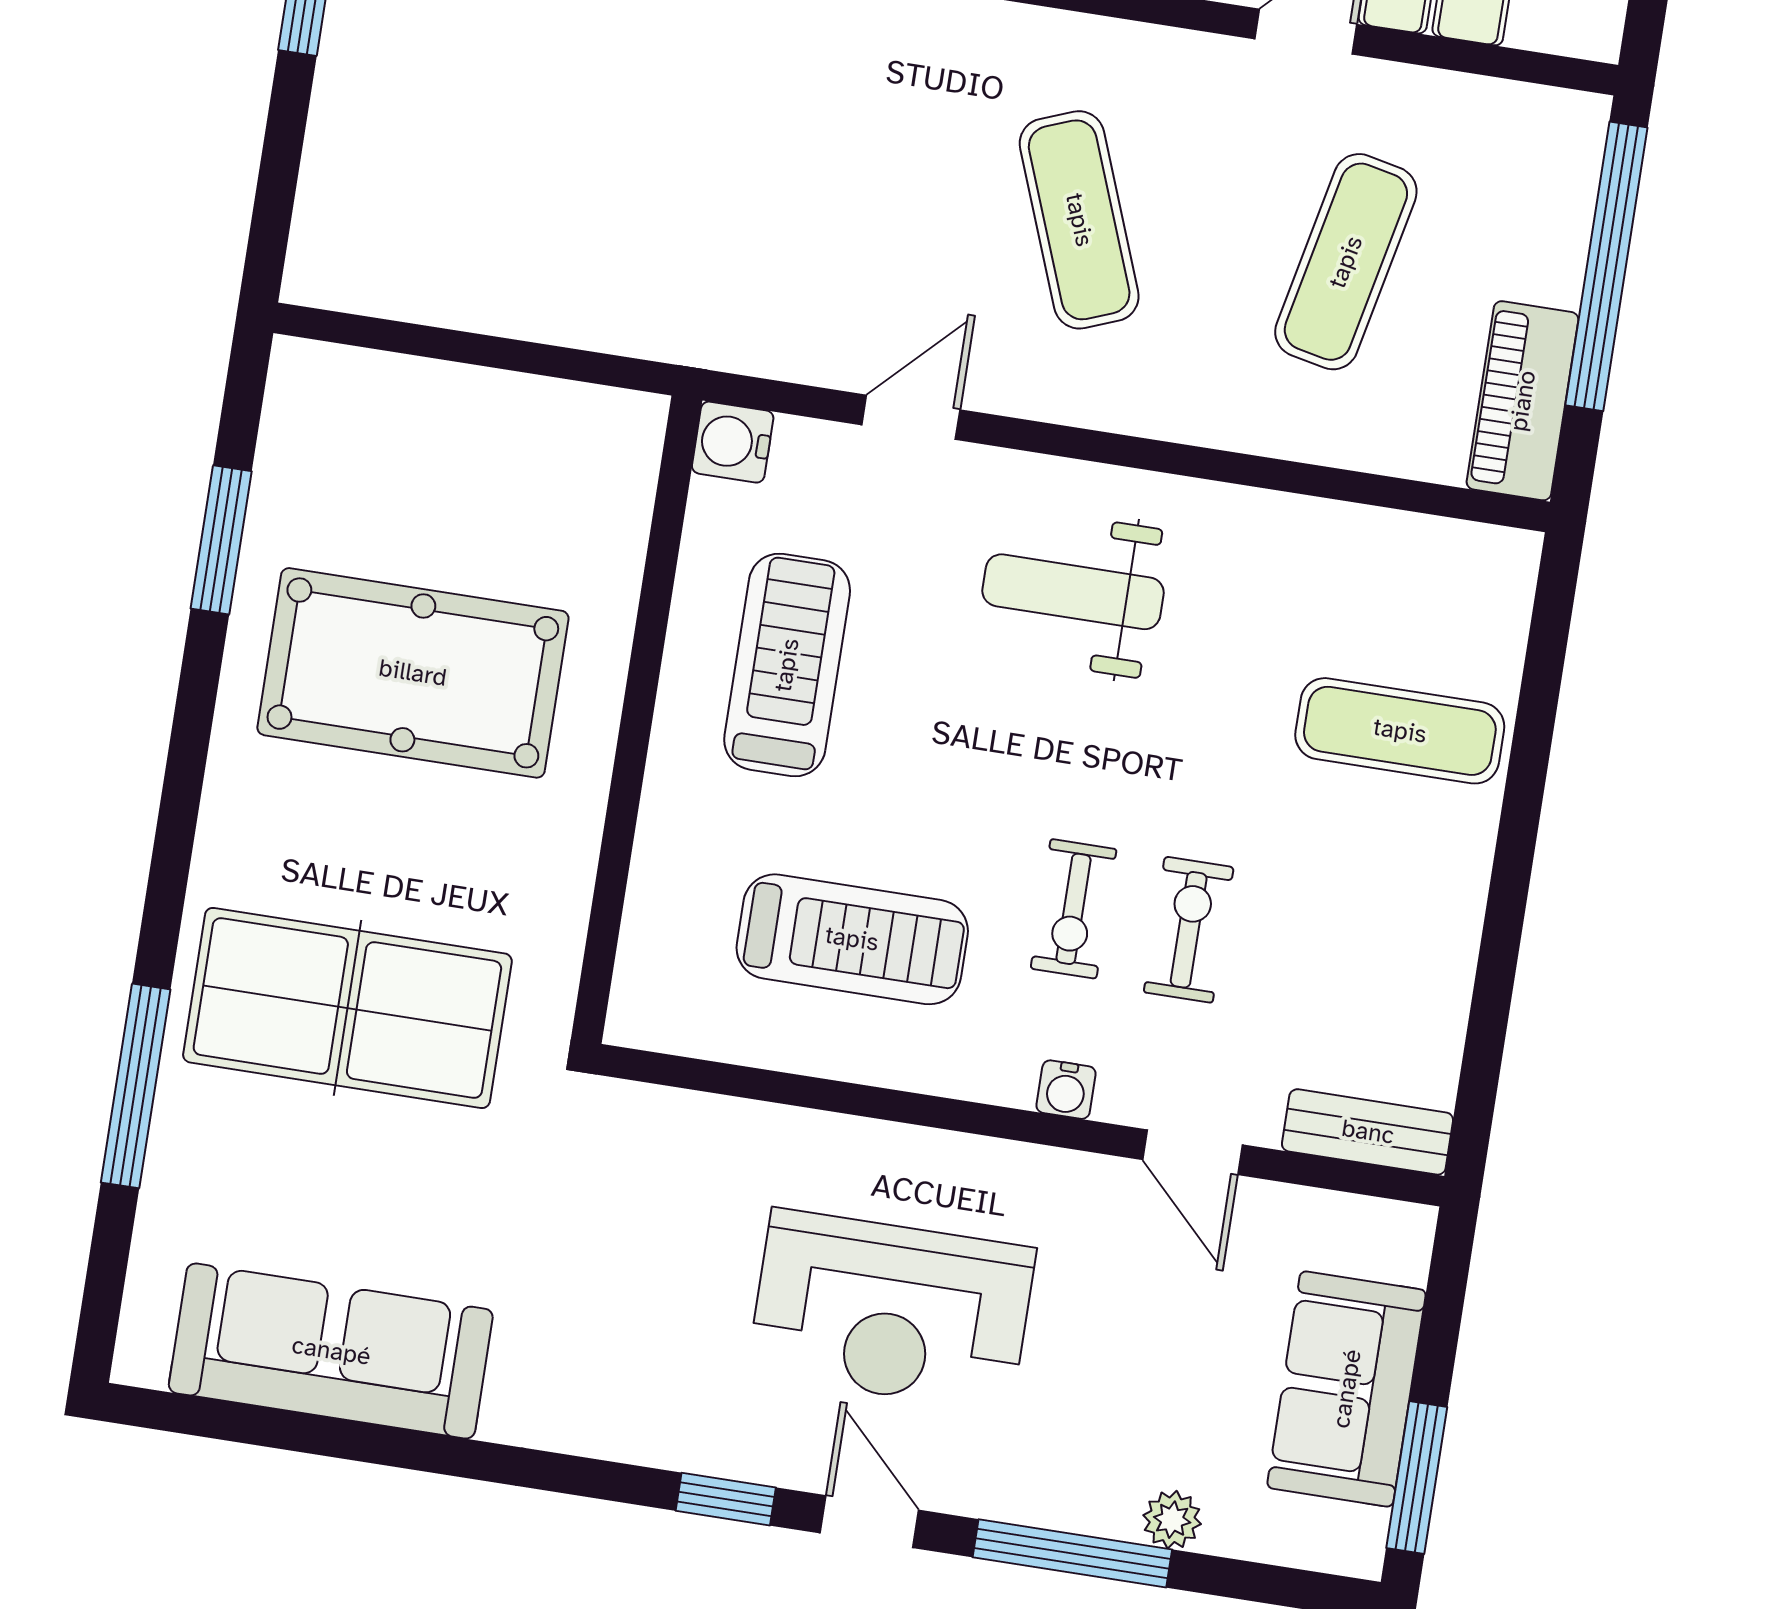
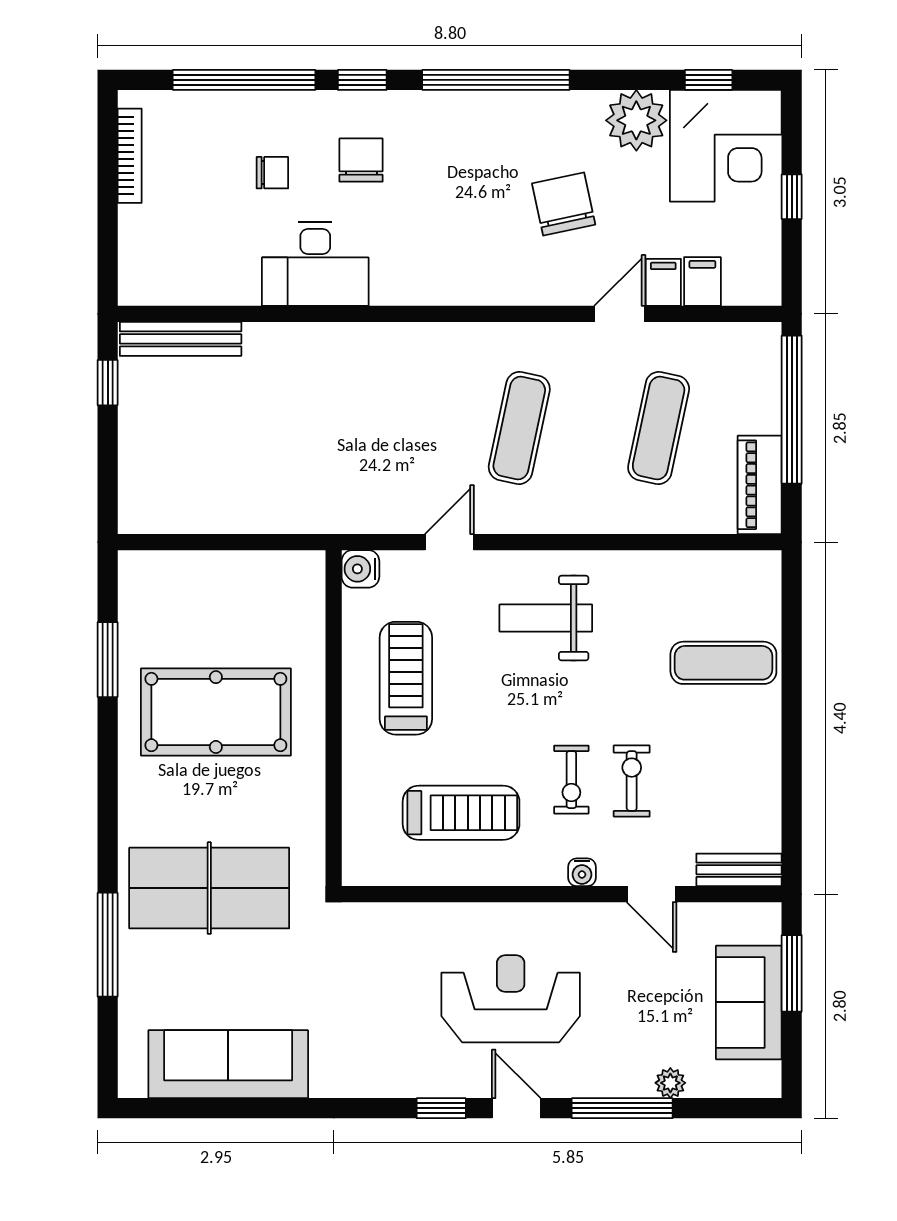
exercise mat: (1079, 220) -> (519, 428), turned 33
reception desk: (891, 1311) -> (511, 999), turned 180
window: (1417, 1478) -> (792, 973), moved

